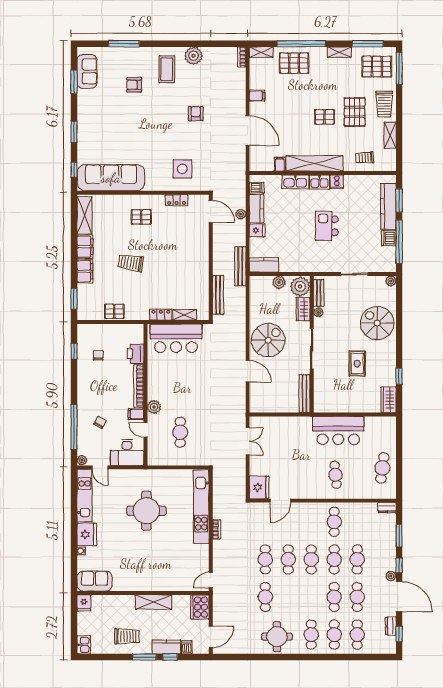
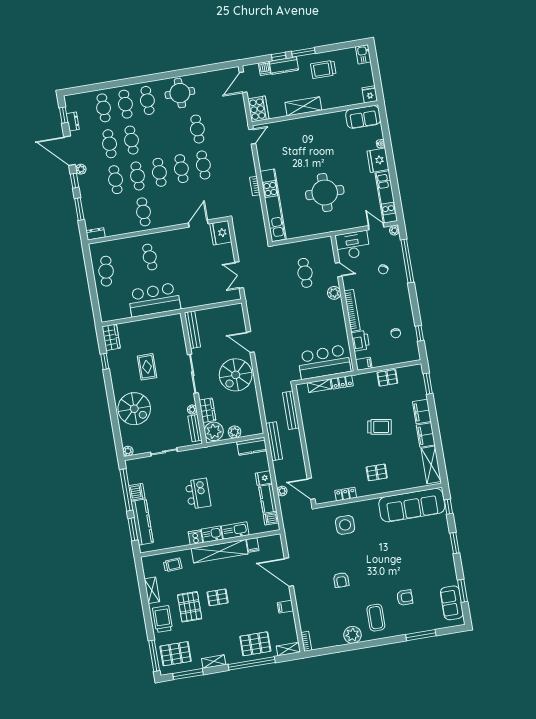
filing cabinet: (136, 414) -> (364, 364), moved

